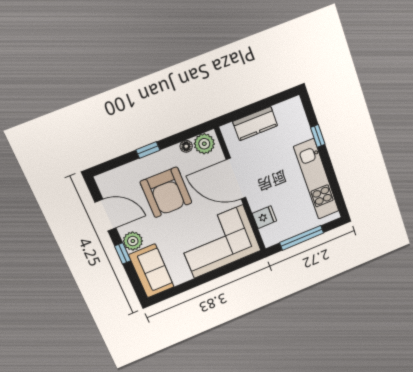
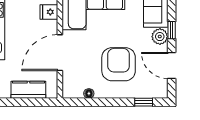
plant: (204, 144) -> (74, 90), removed
window: (148, 150) -> (144, 102), moved
door: (236, 179) -> (60, 53), swing flipped

